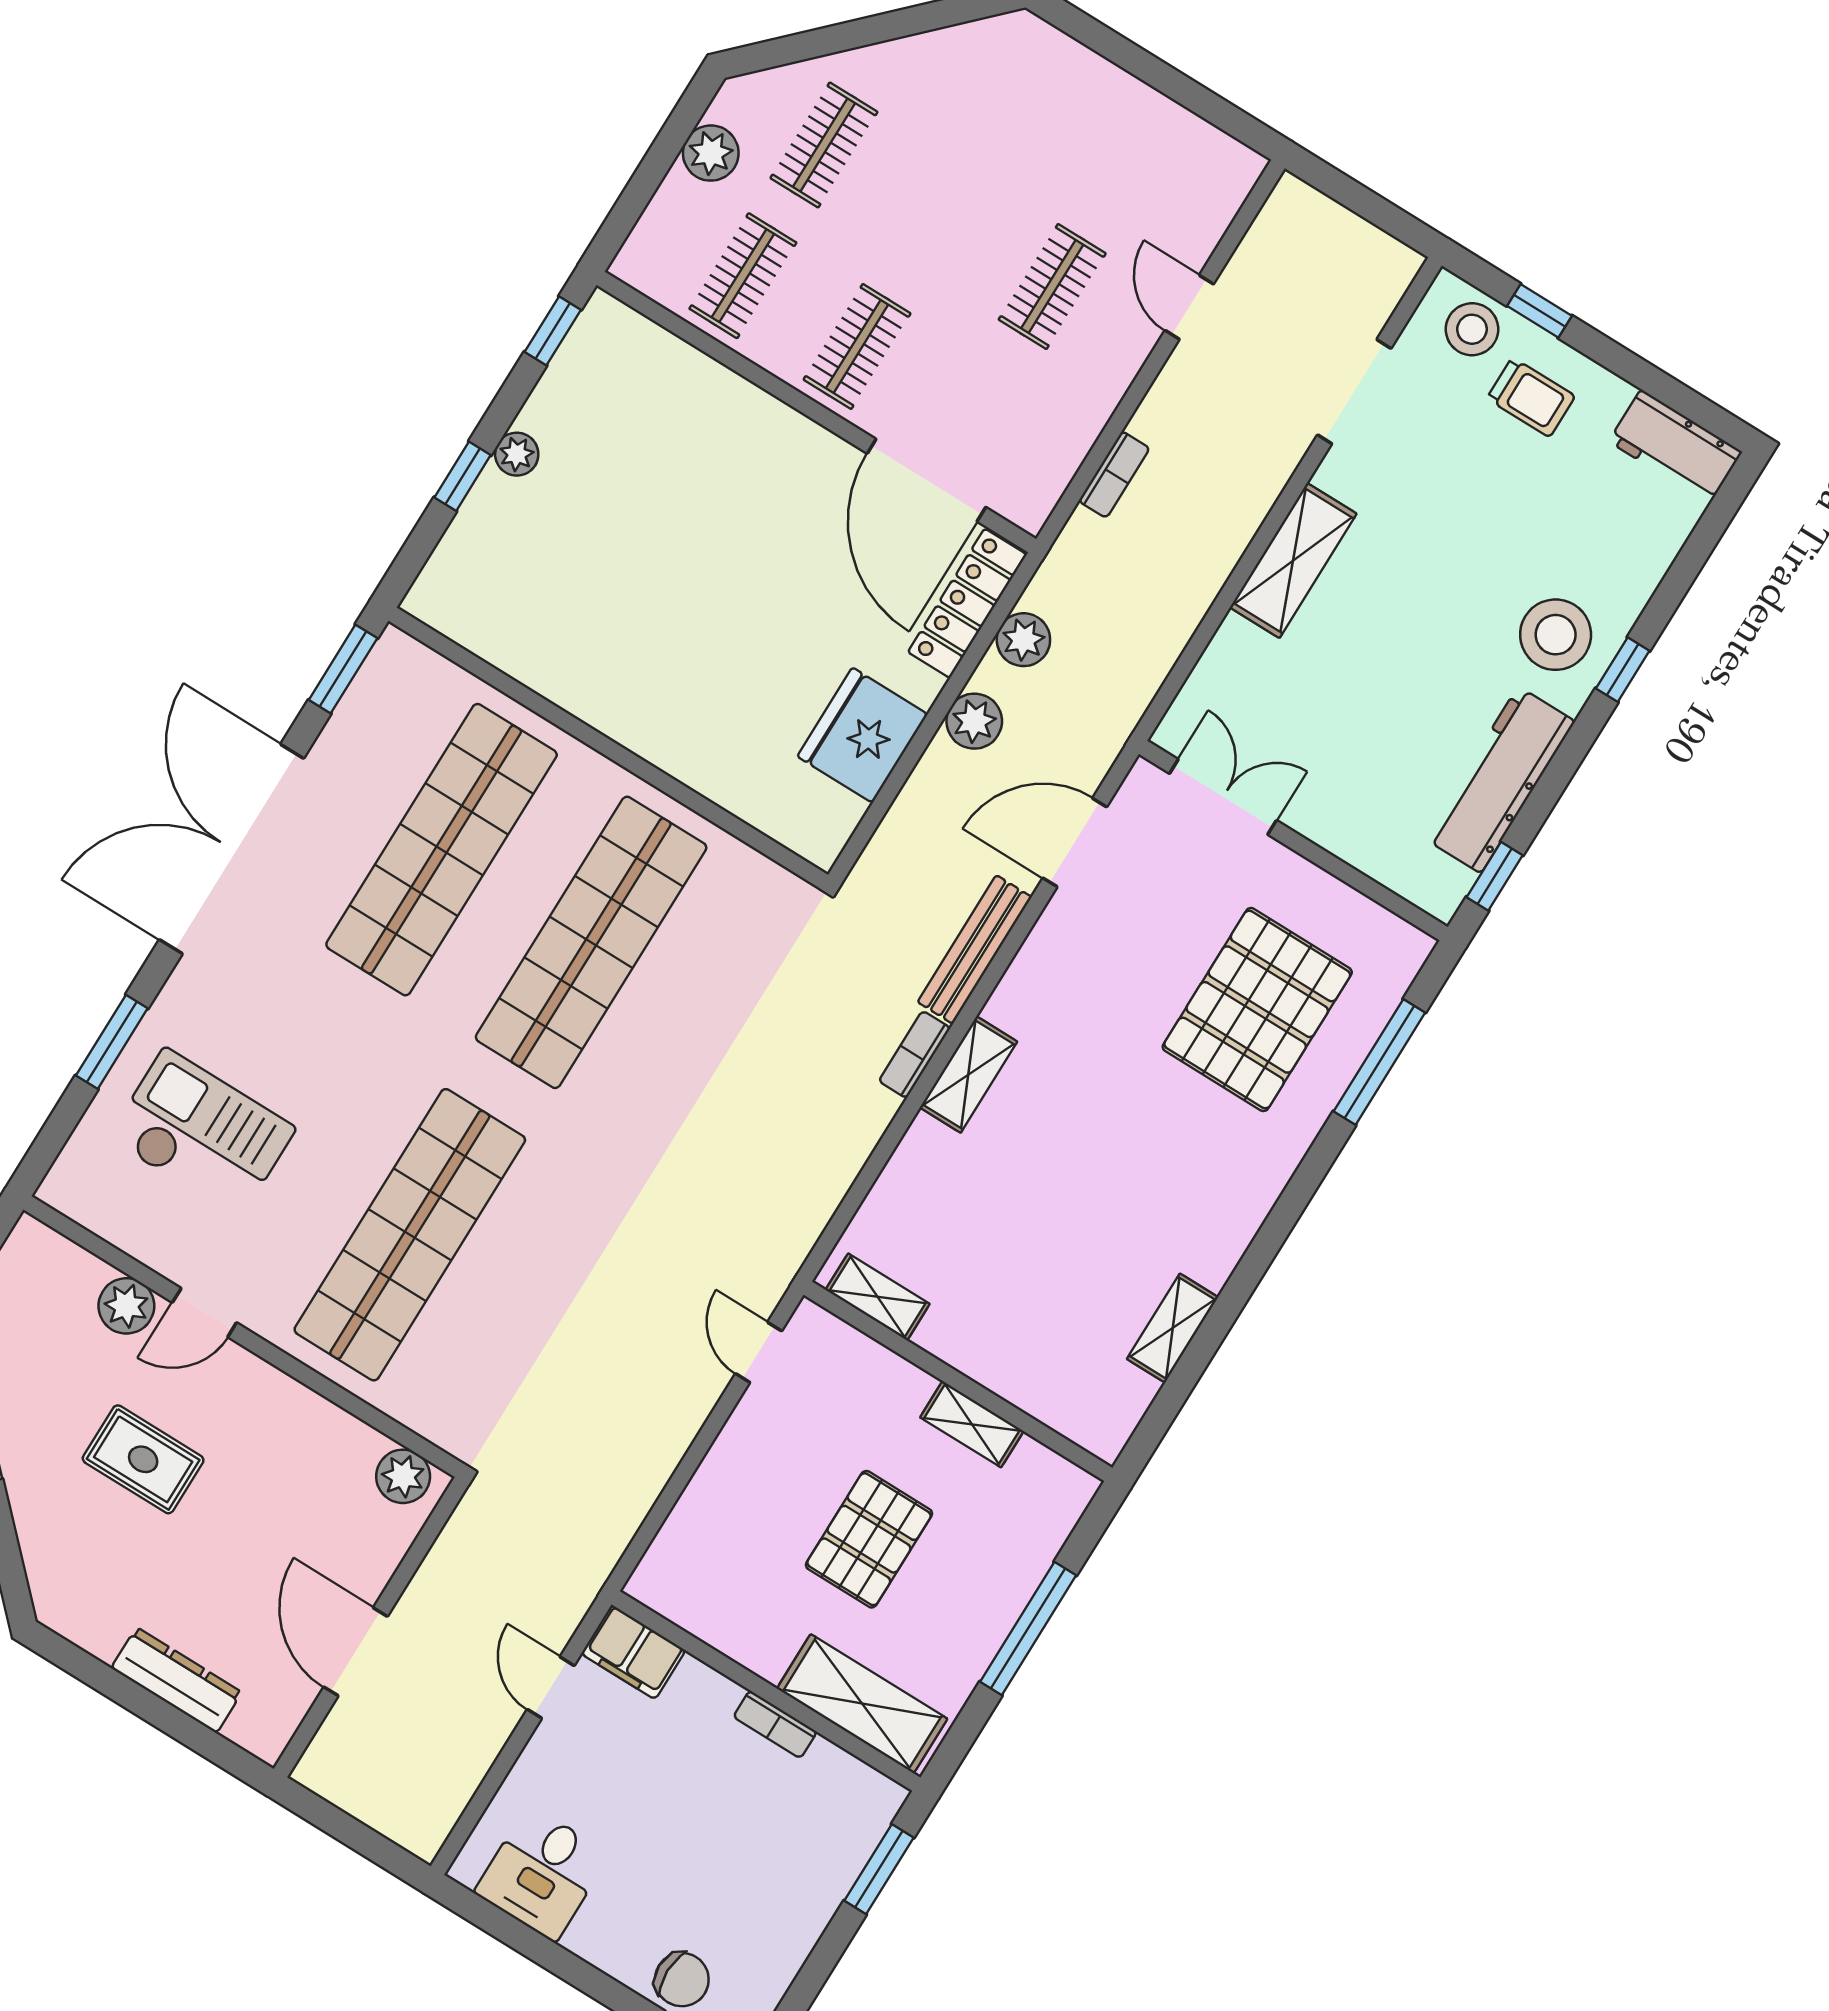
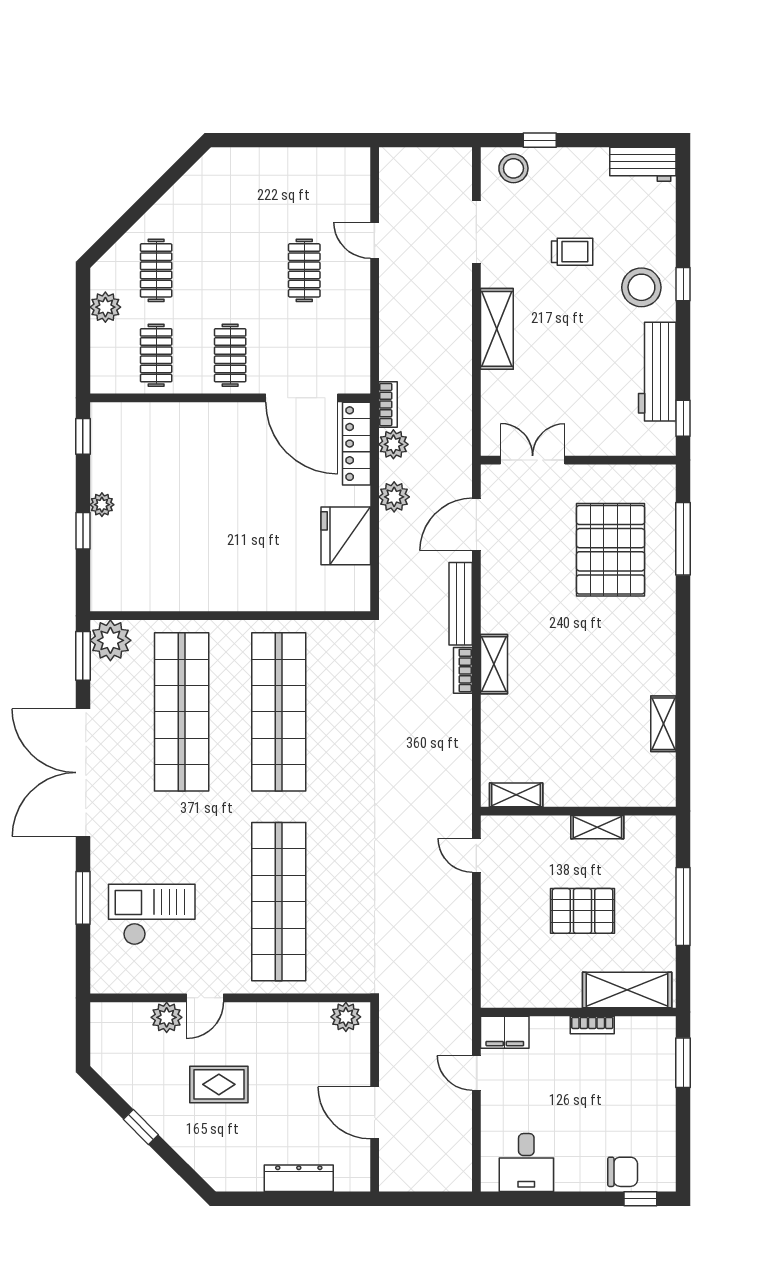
trolley: (1531, 397) -> (572, 252), moved
bookcase: (1114, 475) -> (388, 405), moved
plant: (400, 671) -> (110, 640), added
pallet: (869, 1539) -> (582, 911), turned 90

